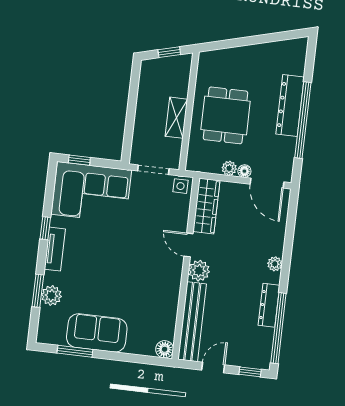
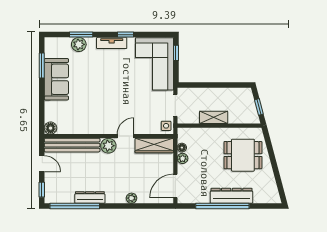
dining table: (226, 115) -> (243, 155), moved
floor lamp: (244, 171) -> (182, 148), moved
plant: (275, 264) -> (132, 198), moved

